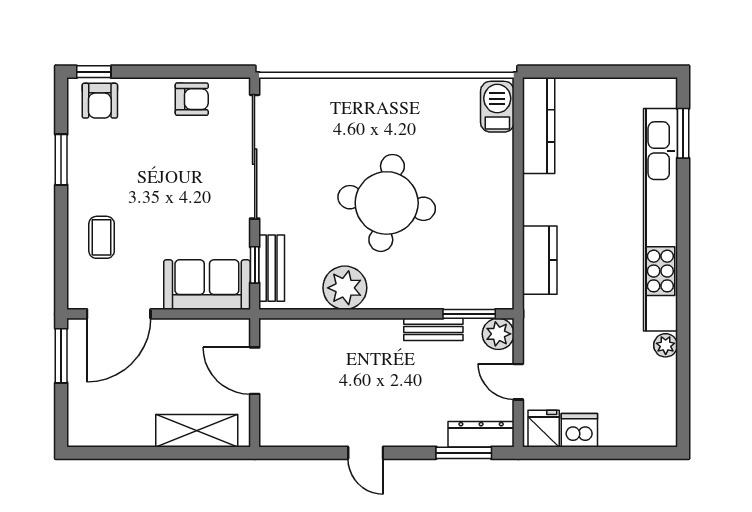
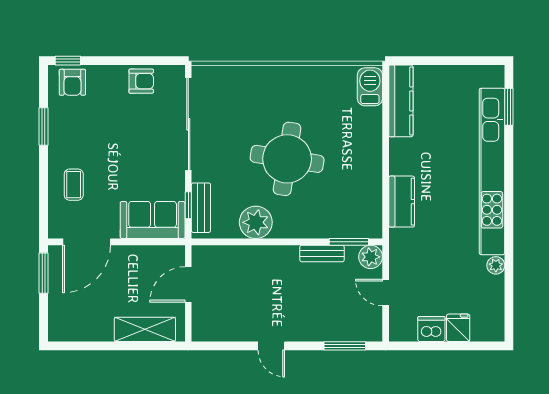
door: (255, 371) -> (188, 284), hinge flipped
fridge: (544, 429) -> (458, 328), moved
dresser: (481, 434) -> (358, 332), removed

